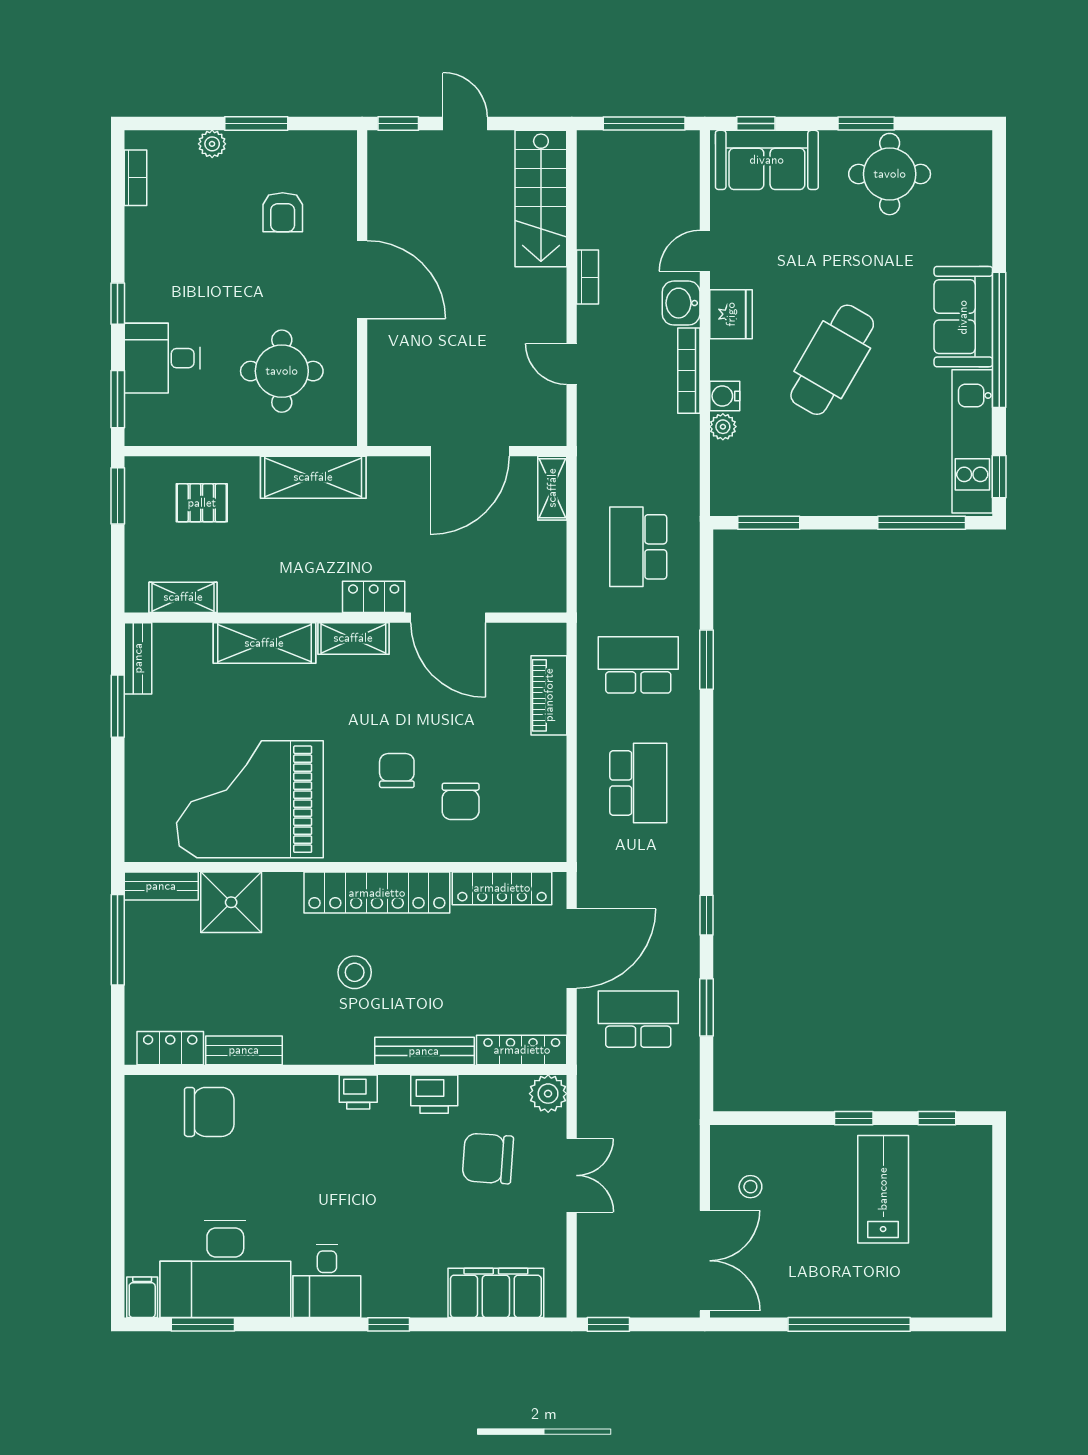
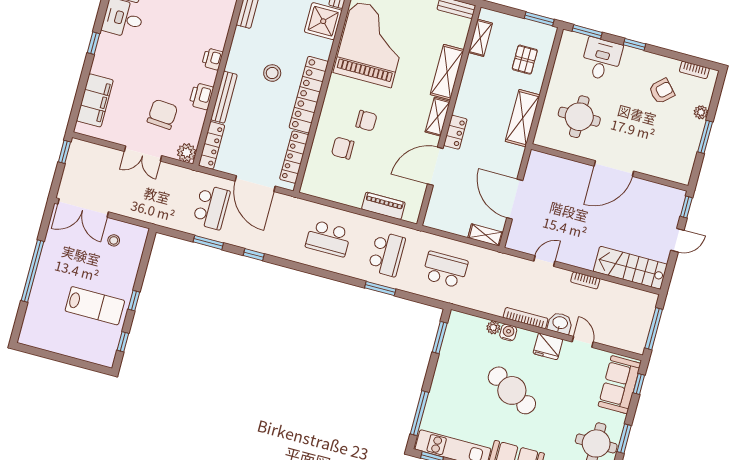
armchair: (283, 212) -> (662, 91), moved, turned 138

